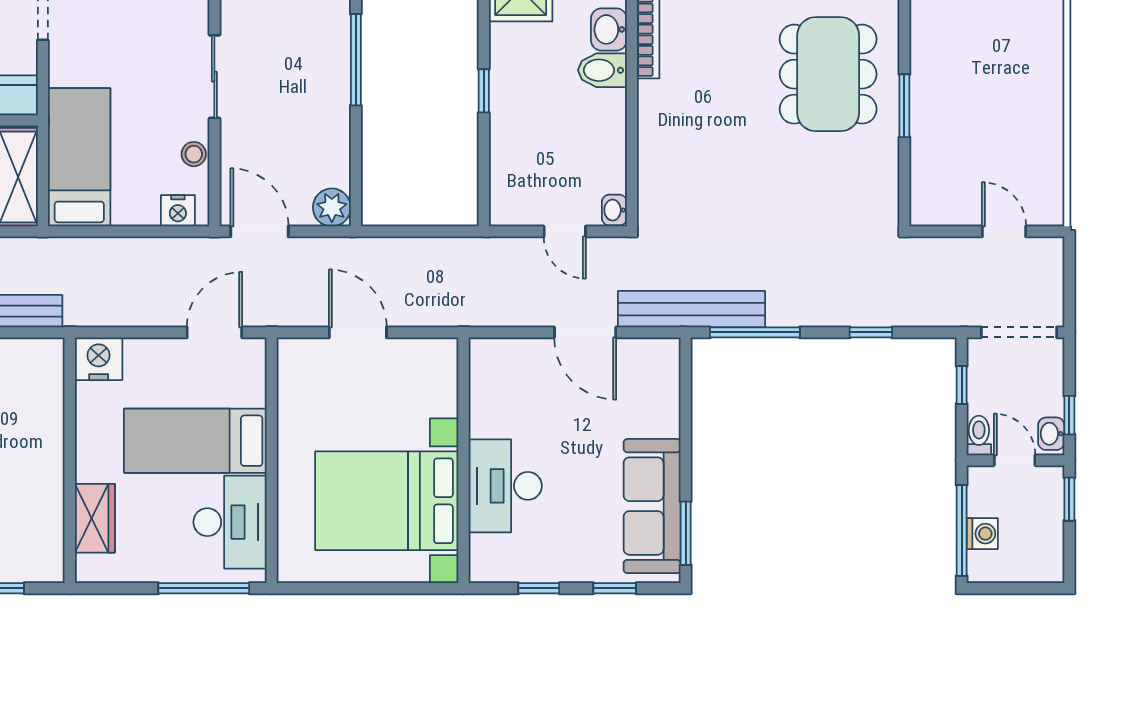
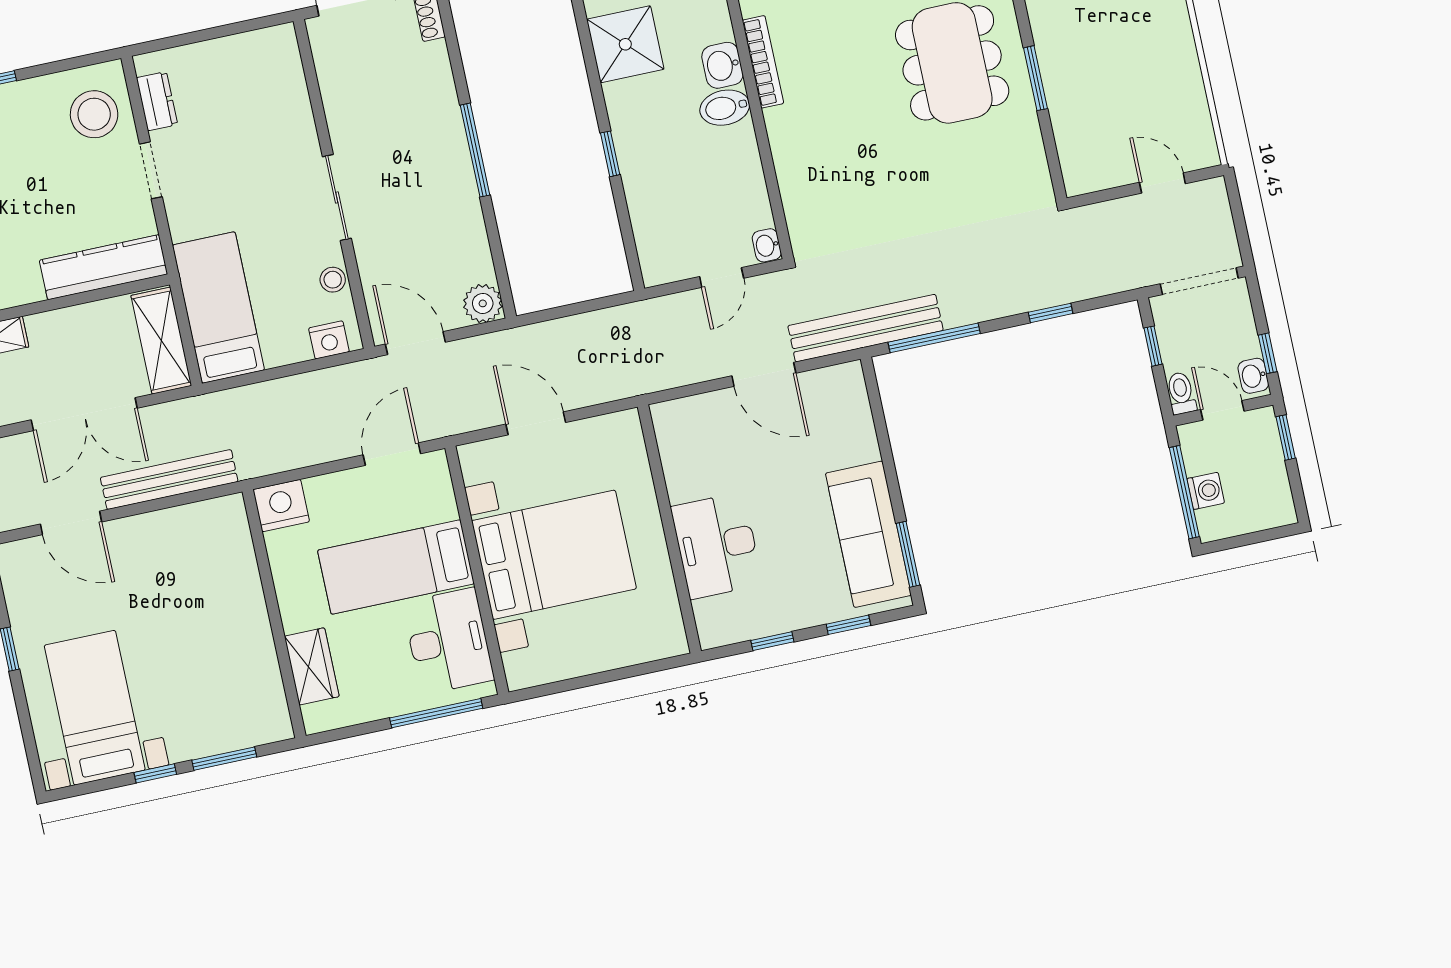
door: (565, 231) -> (722, 277), hinge flipped
bed with nightstands: (387, 501) -> (554, 555), moved, turned 180

